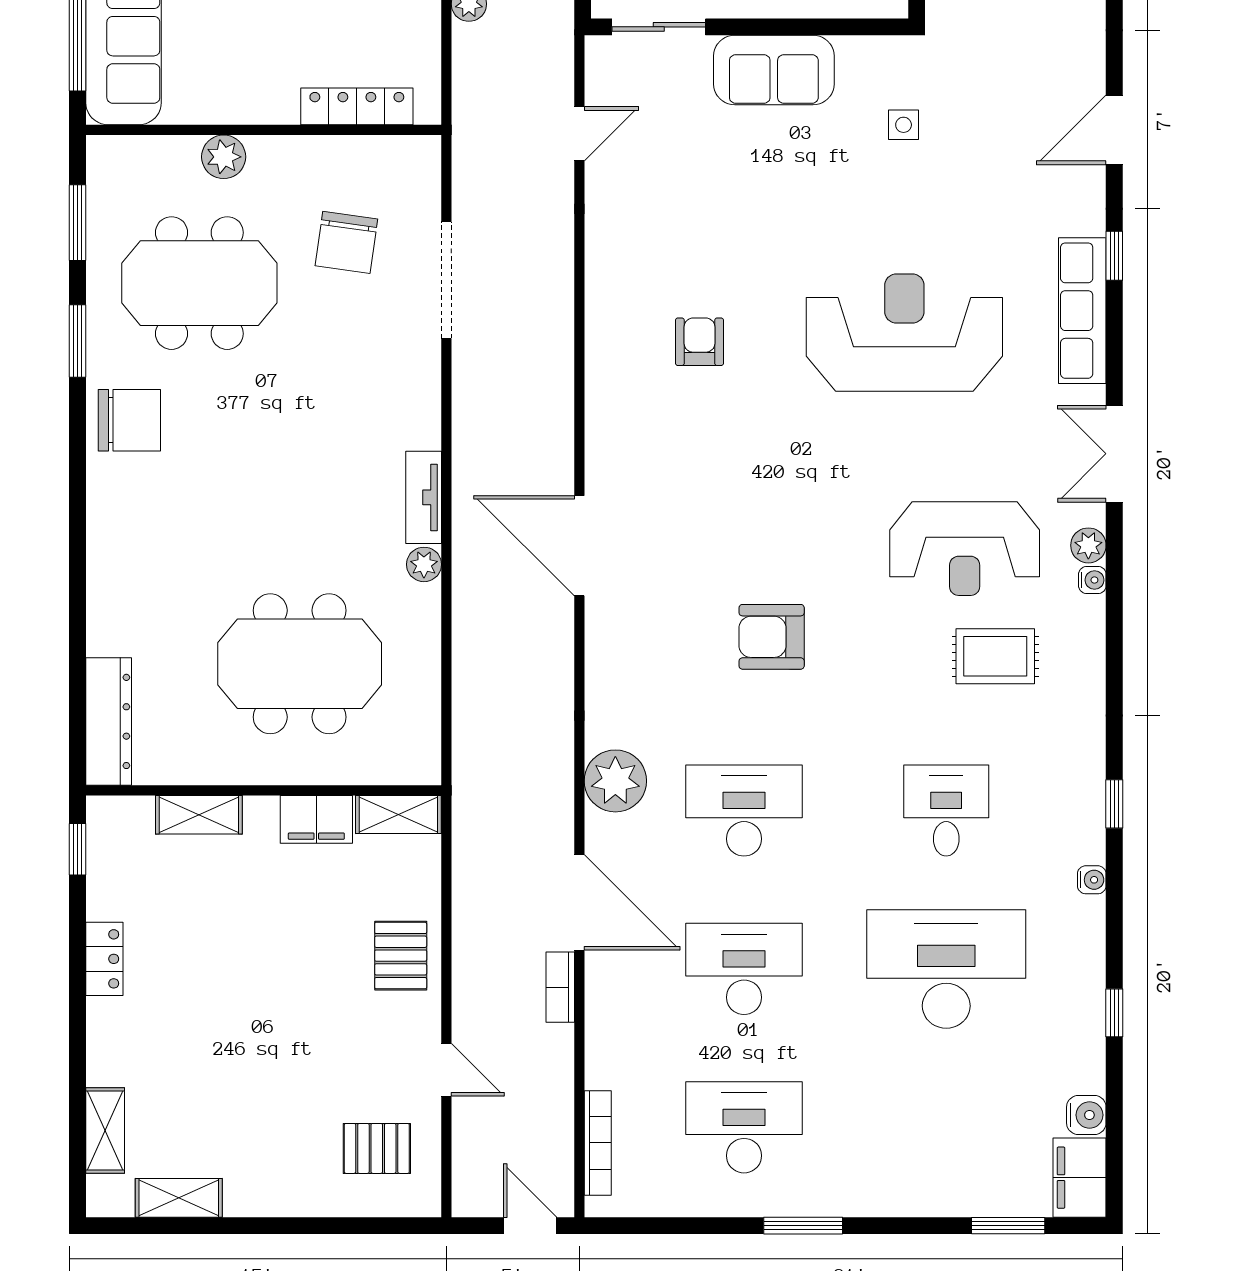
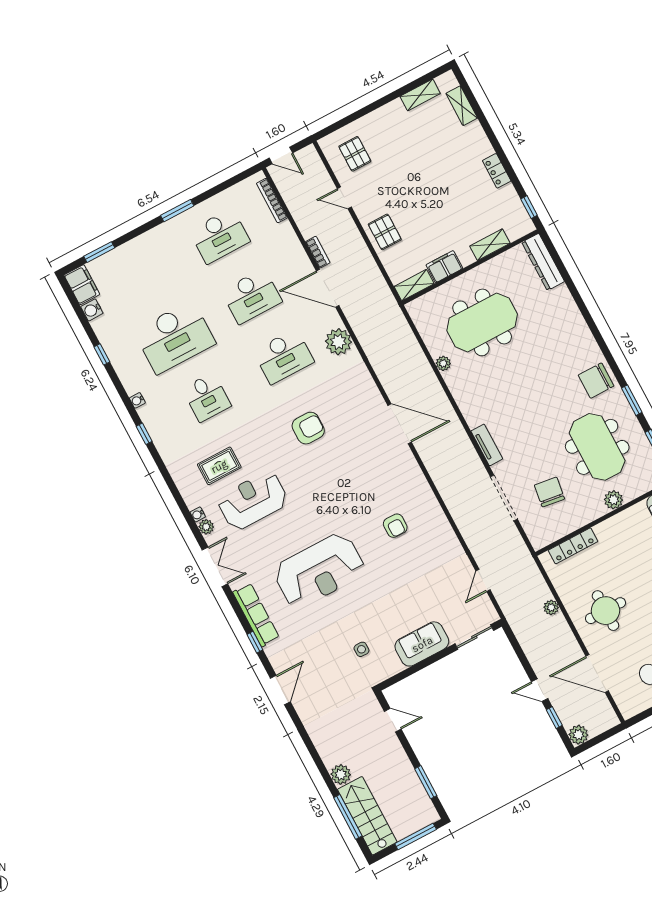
meeting table: (199, 283) -> (597, 447), turned 90
tv unit: (424, 497) -> (487, 445), moved
plant: (424, 564) -> (443, 363), moved
pallet: (377, 1148) -> (355, 154), turned 90

